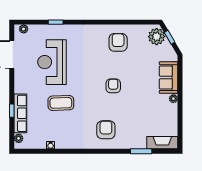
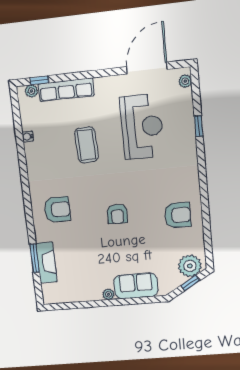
reception desk: (52, 62) -> (142, 127), turned 90
armchair: (113, 86) -> (117, 214), turned 90
window: (12, 111) -> (39, 80), moved
fireplace: (162, 143) -> (46, 263), moved

